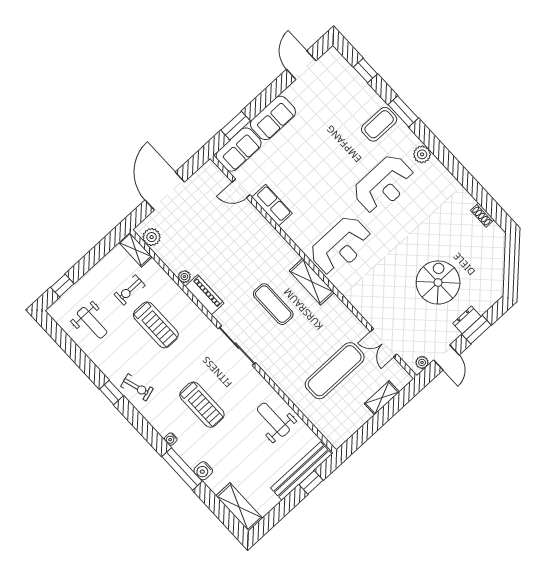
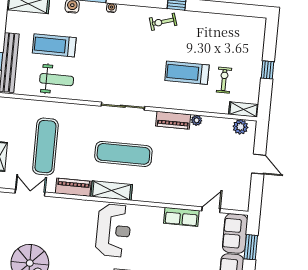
door: (165, 191) -> (259, 164), width x0.53
reception desk: (341, 246) -> (113, 230), turned 180
window: (62, 285) -> (268, 70), moved
exercise mat: (273, 304) -> (123, 154), width x1.36, depth x1.45
piano: (342, 314) -> (73, 187), added
weight bench: (92, 323) -> (229, 37), removed
treadmill: (202, 405) -> (54, 45), moved

